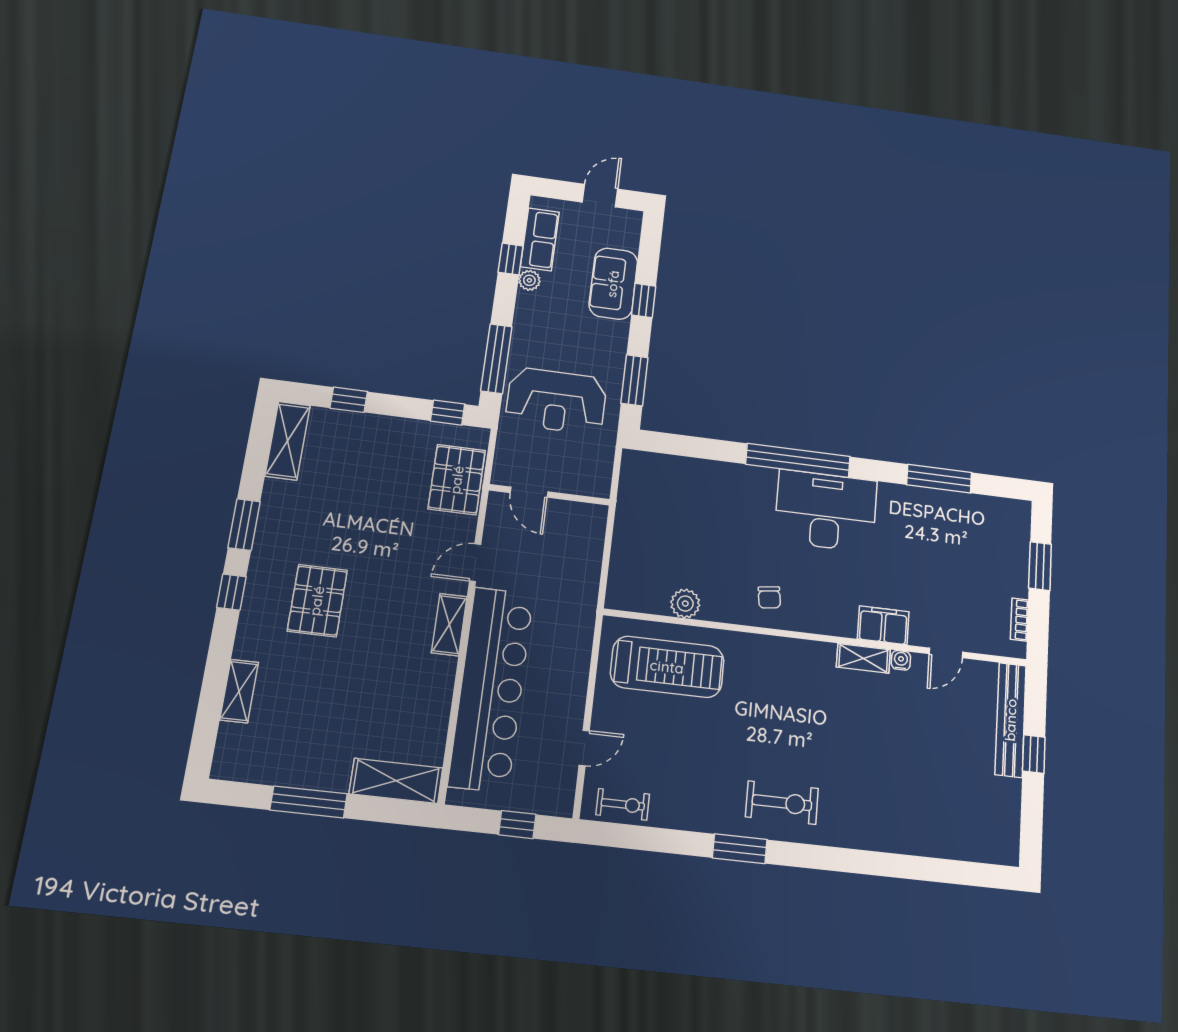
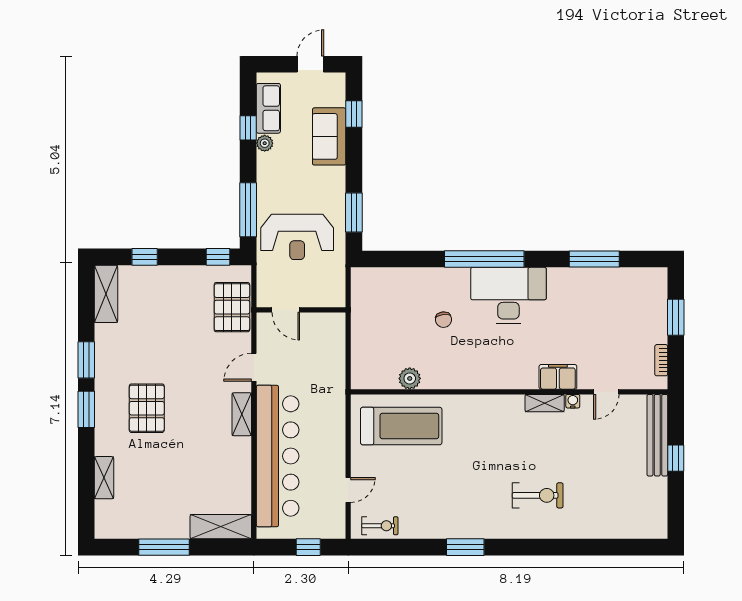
window: (644, 300) -> (354, 114), moved
window: (231, 592) -> (86, 409), width x1.50
chair: (769, 597) -> (443, 320), moved
exercise bike: (782, 803) -> (538, 495), moved

